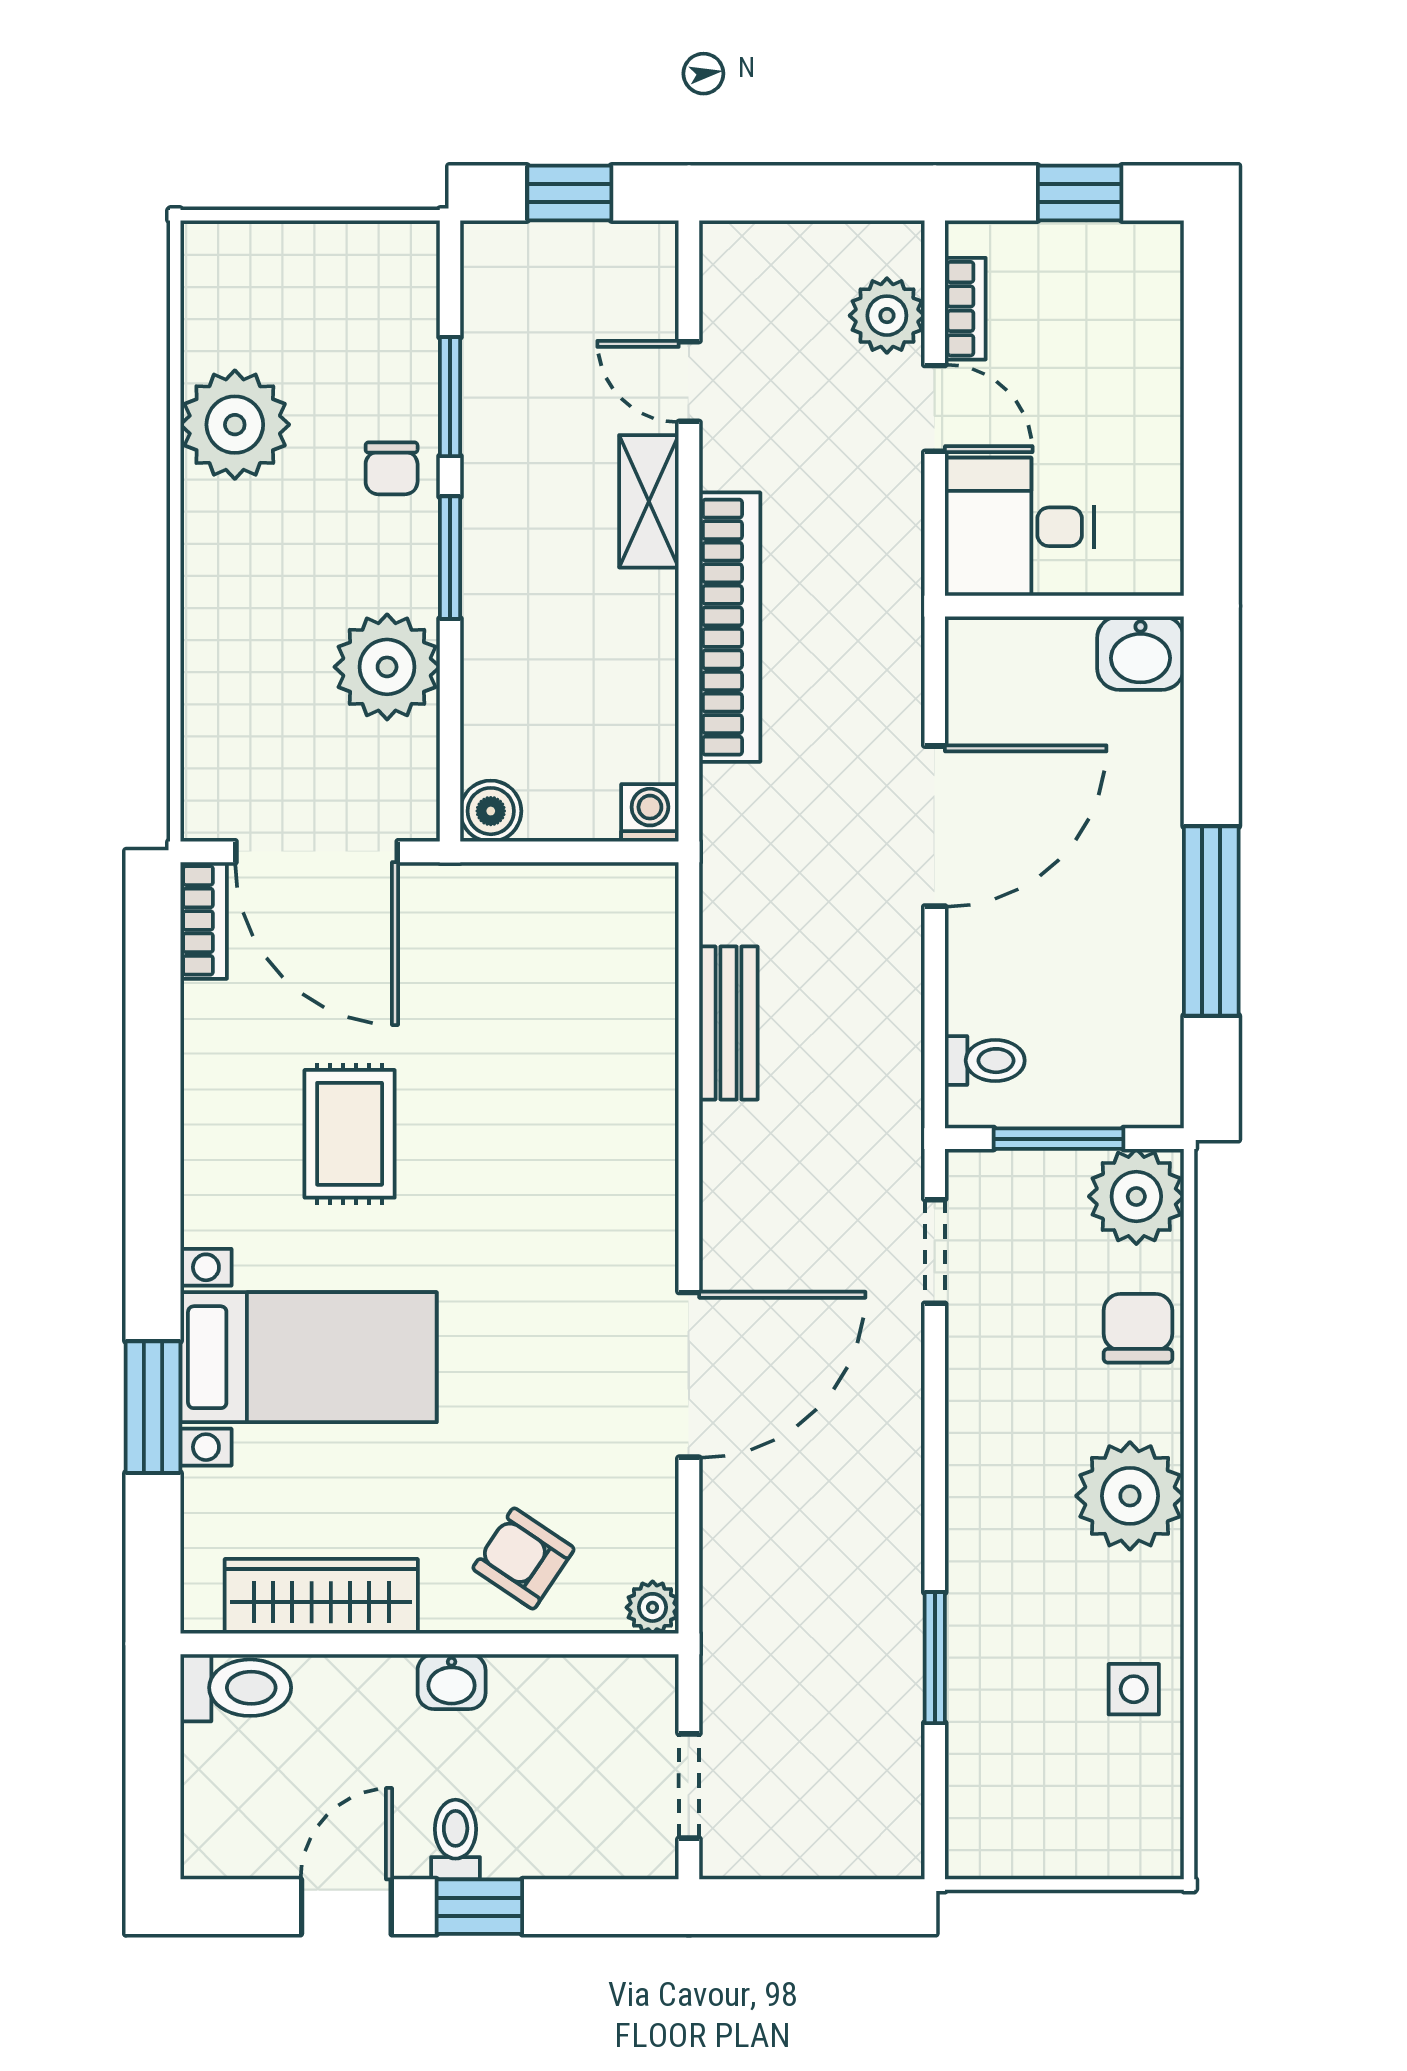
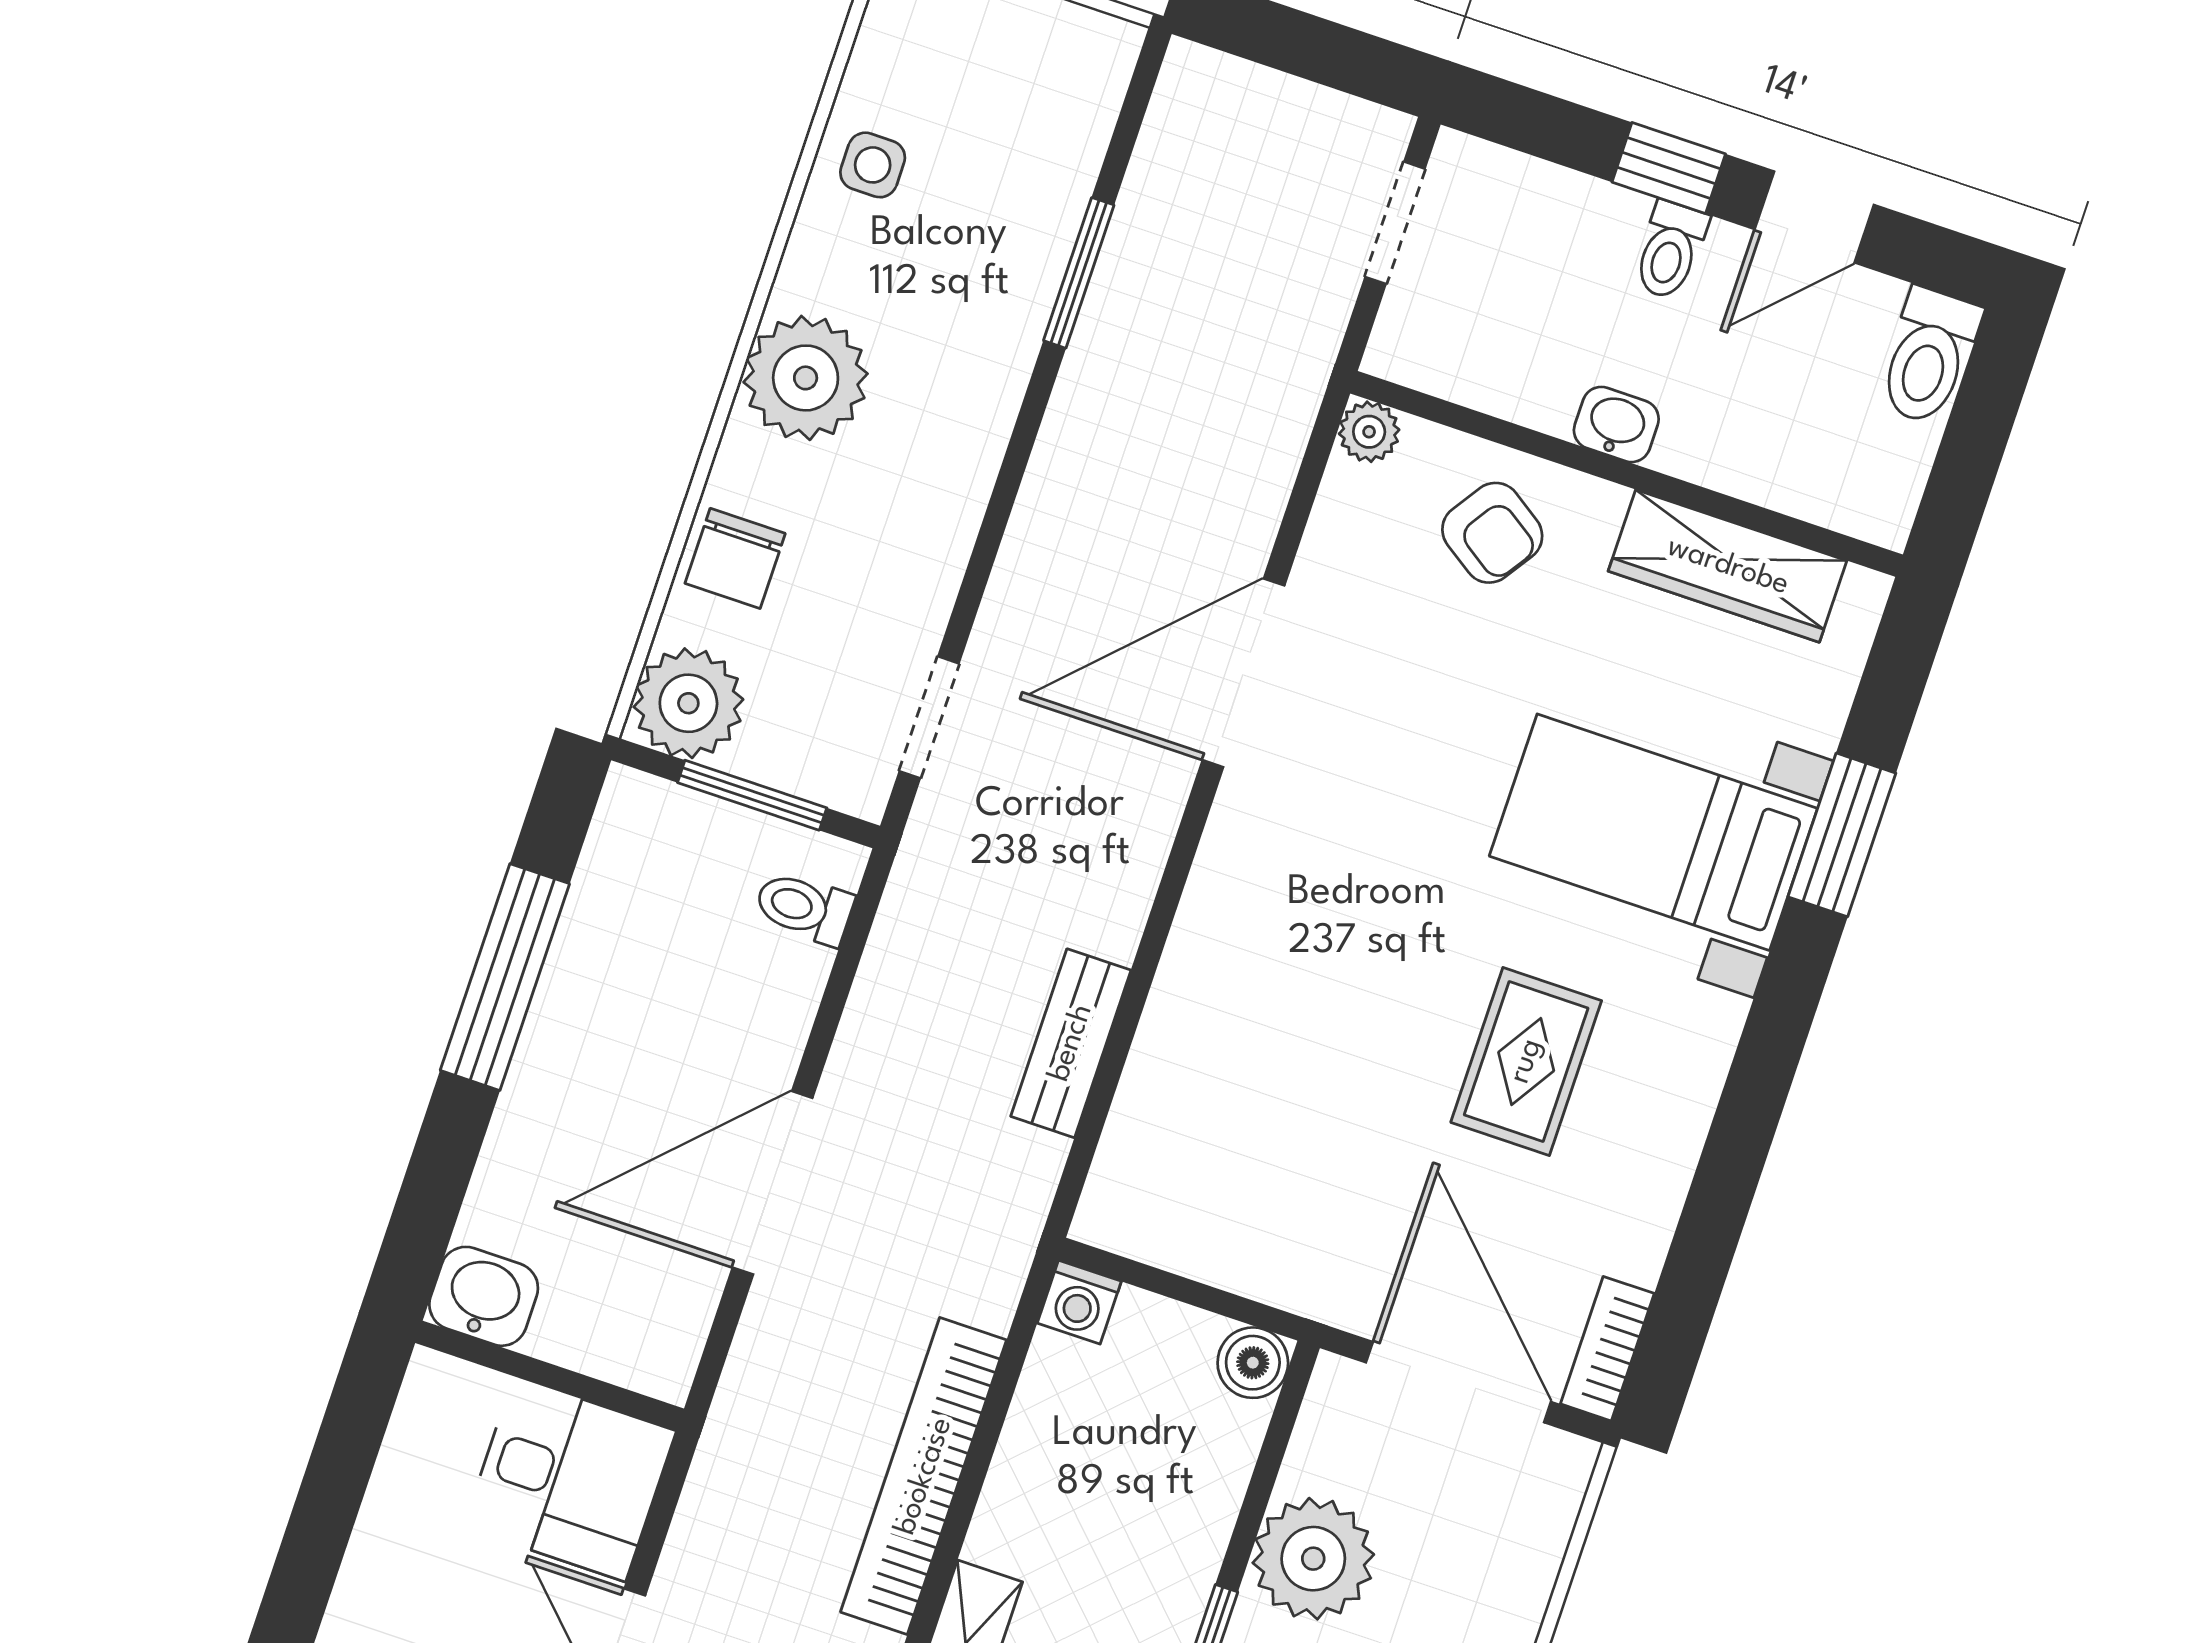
toilet: (236, 1688) -> (1929, 356), moved, turned -90

